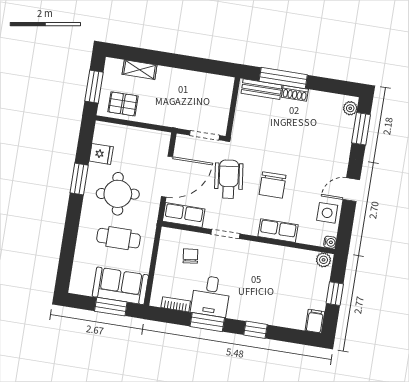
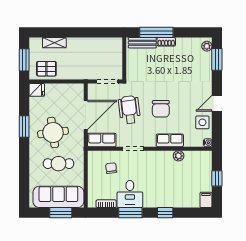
fridge: (101, 154) -> (37, 90), moved
plant: (324, 260) -> (179, 156), moved
sofa: (120, 286) -> (58, 197), width x1.36

